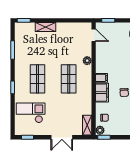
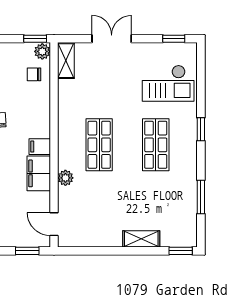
filing cabinet: (102, 93) -> (39, 173), moved

